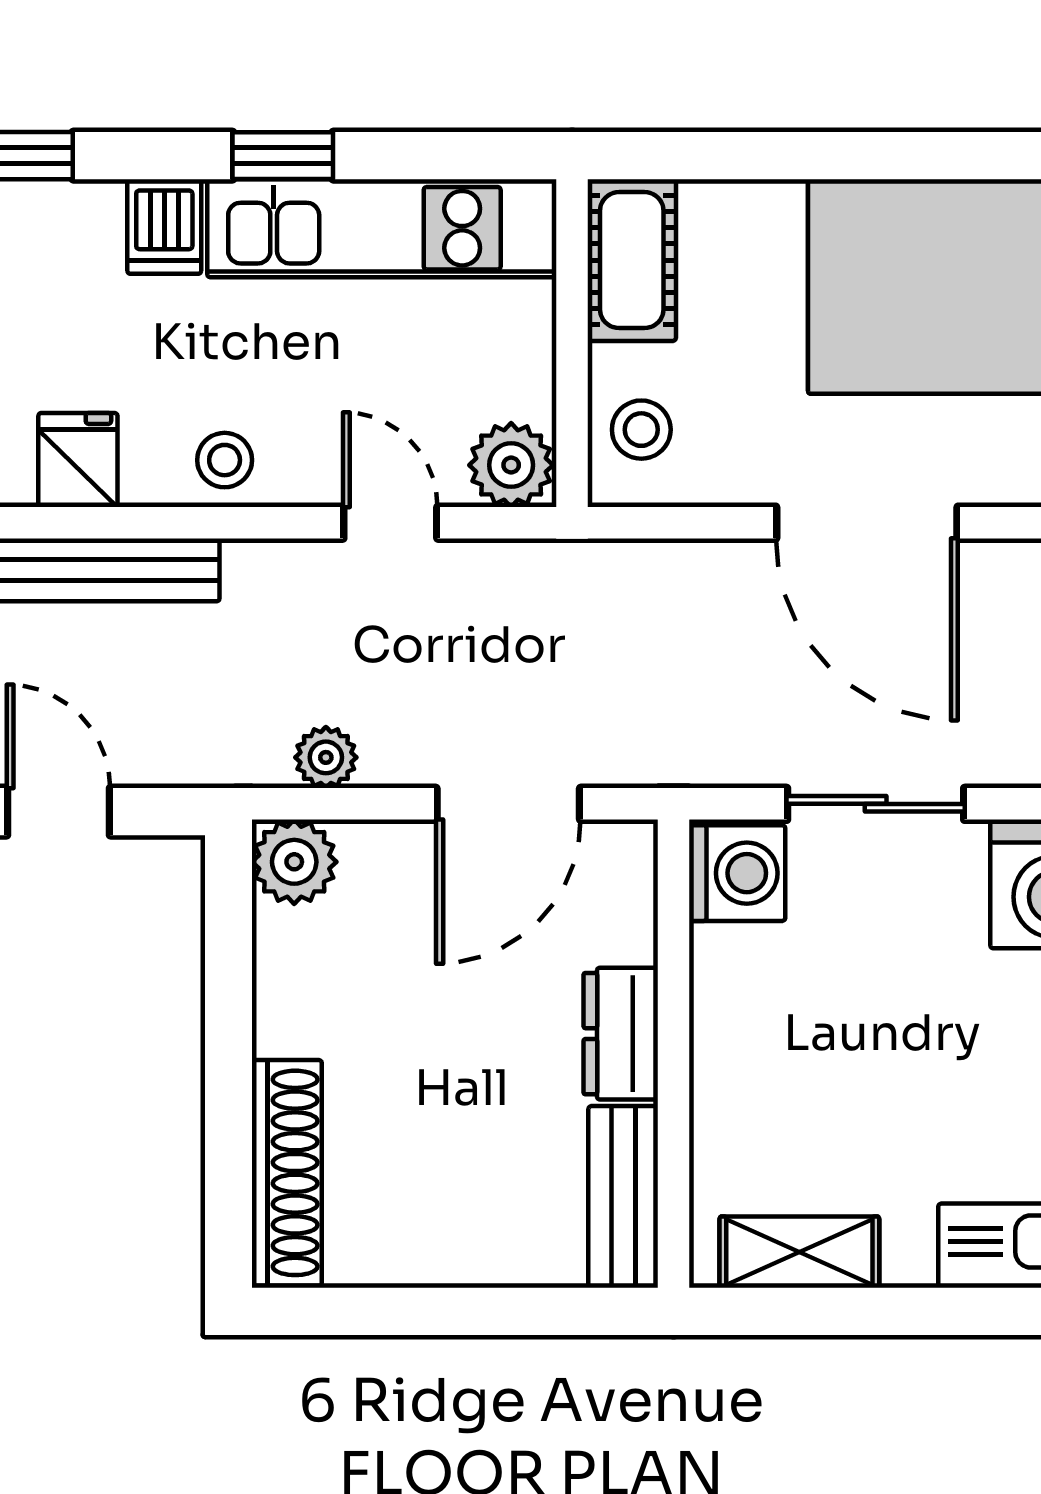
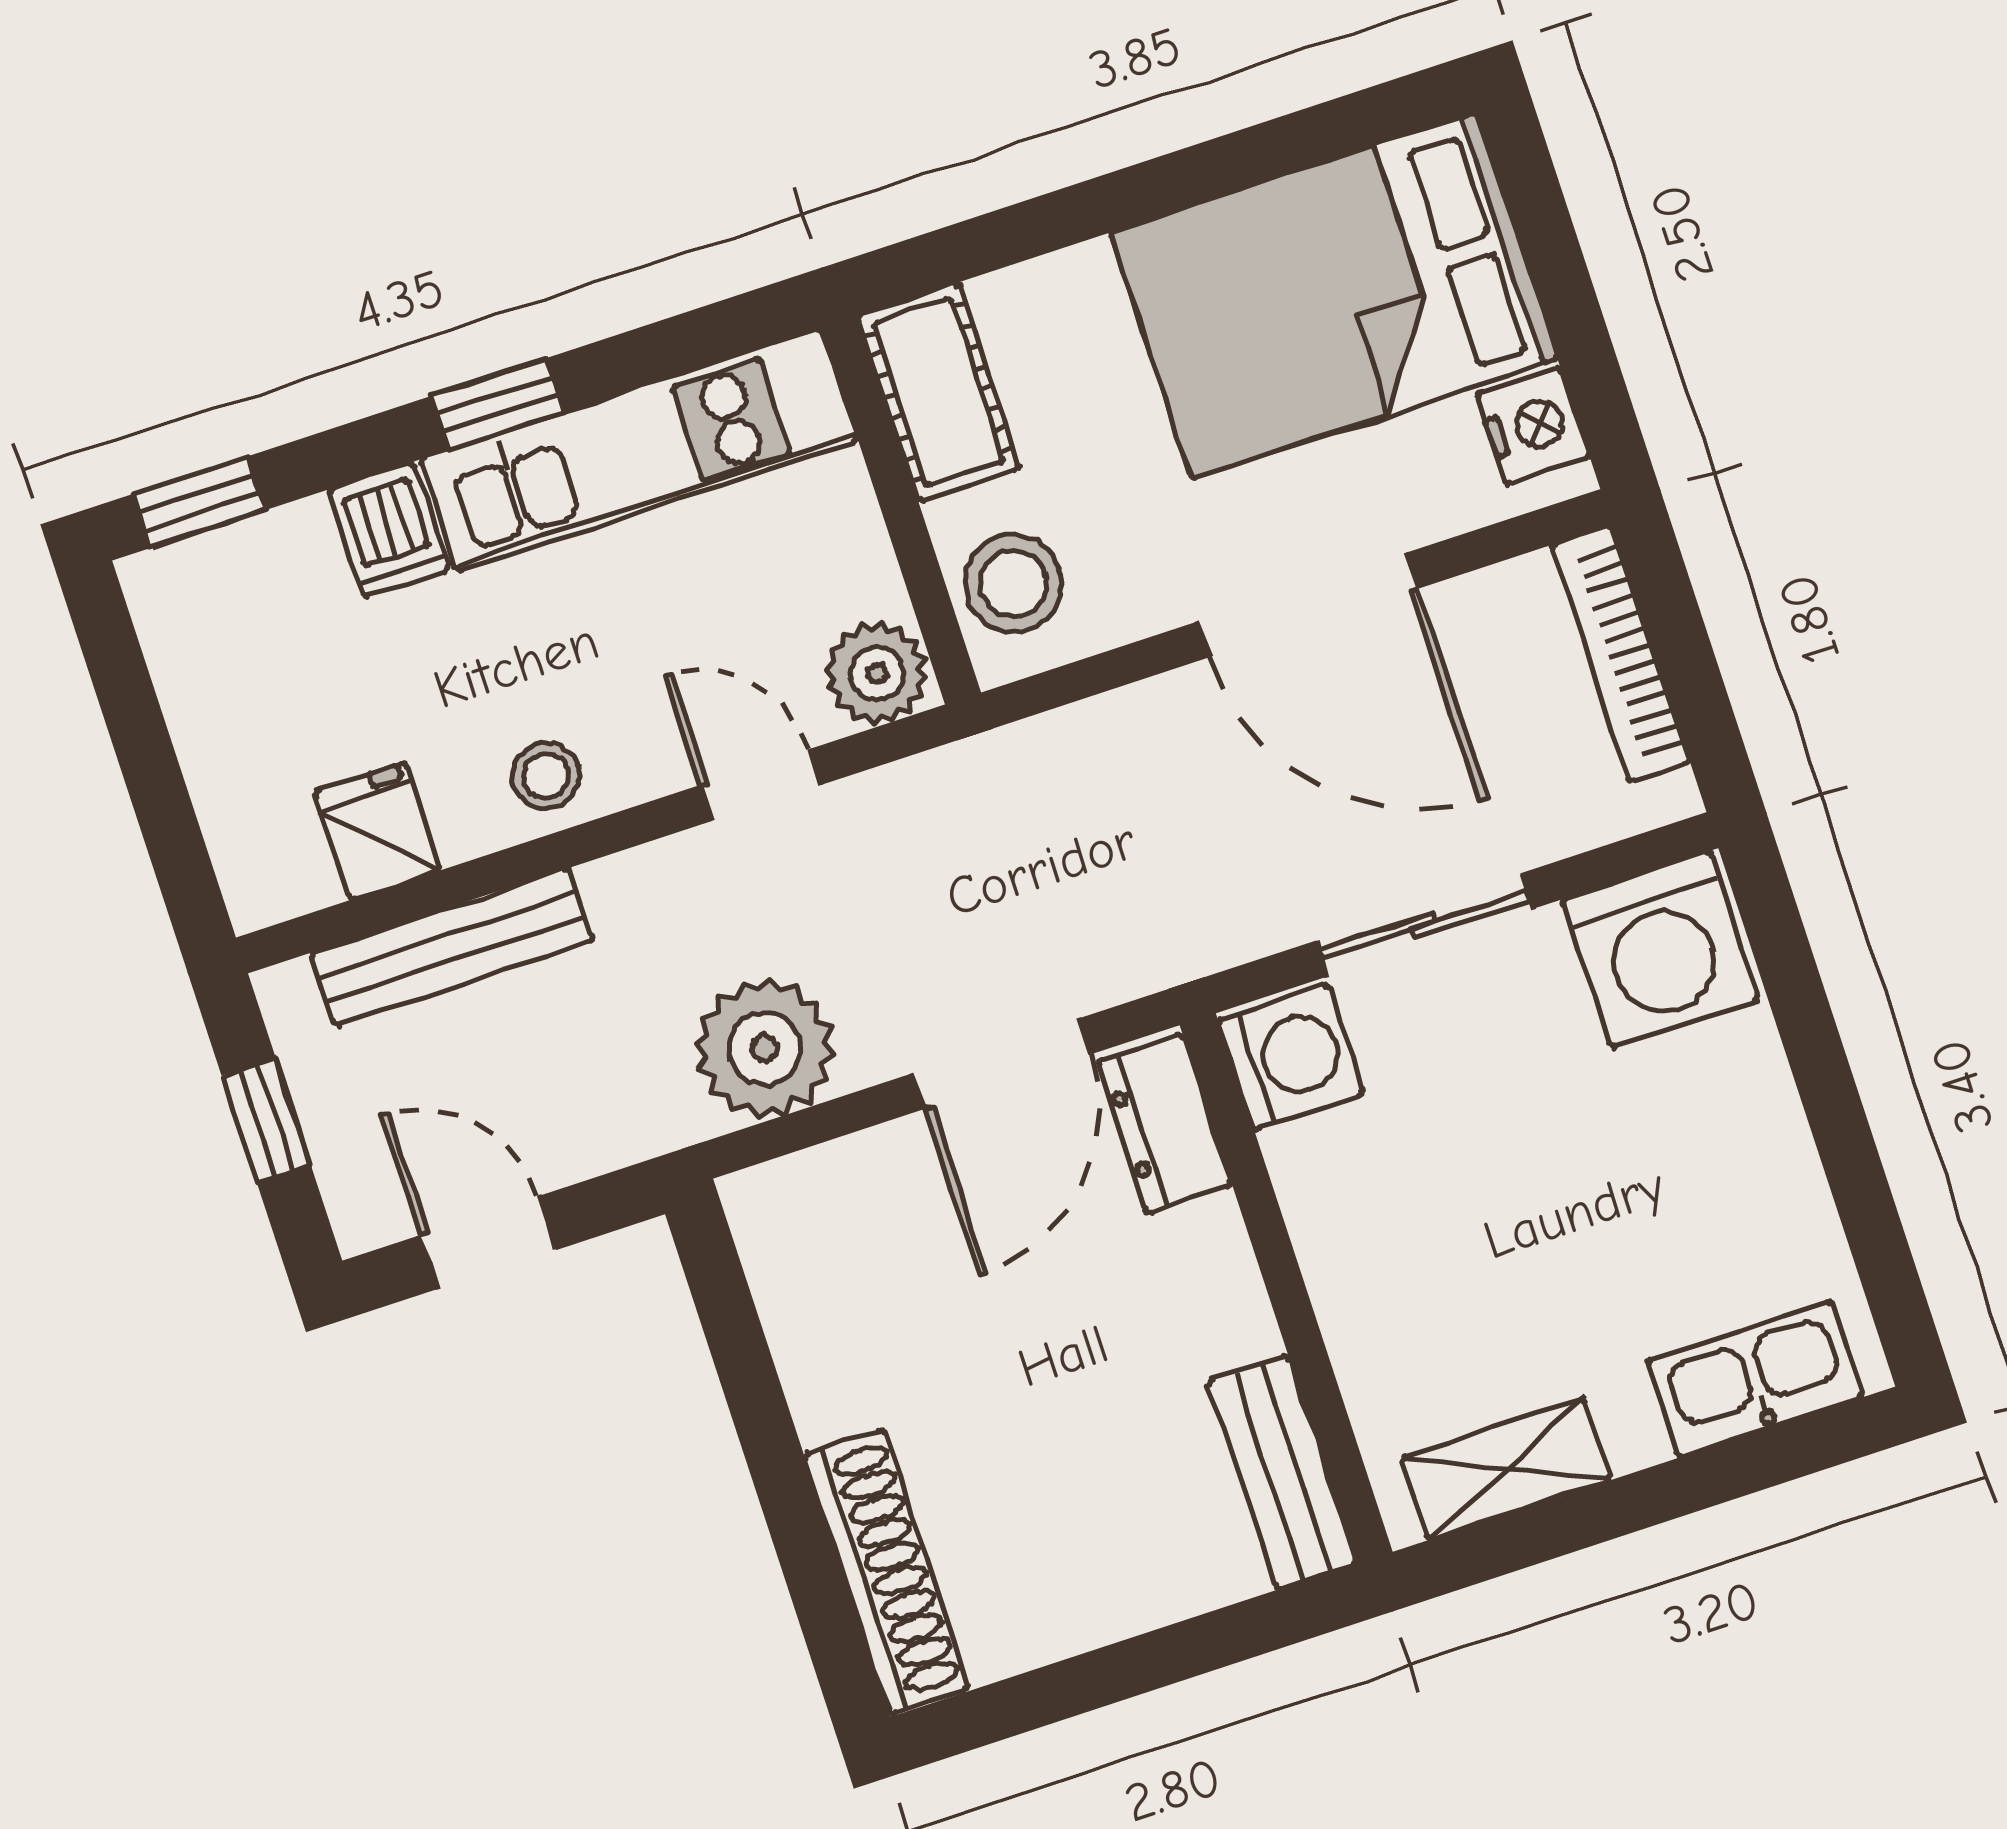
stool: (641, 430) -> (1013, 583), width x1.37, depth x1.37
plant: (326, 757) -> (764, 1049), width x1.88, depth x1.88
plant: (294, 862) -> (778, 1211), removed
dresser: (621, 1034) -> (1165, 1124), moved

